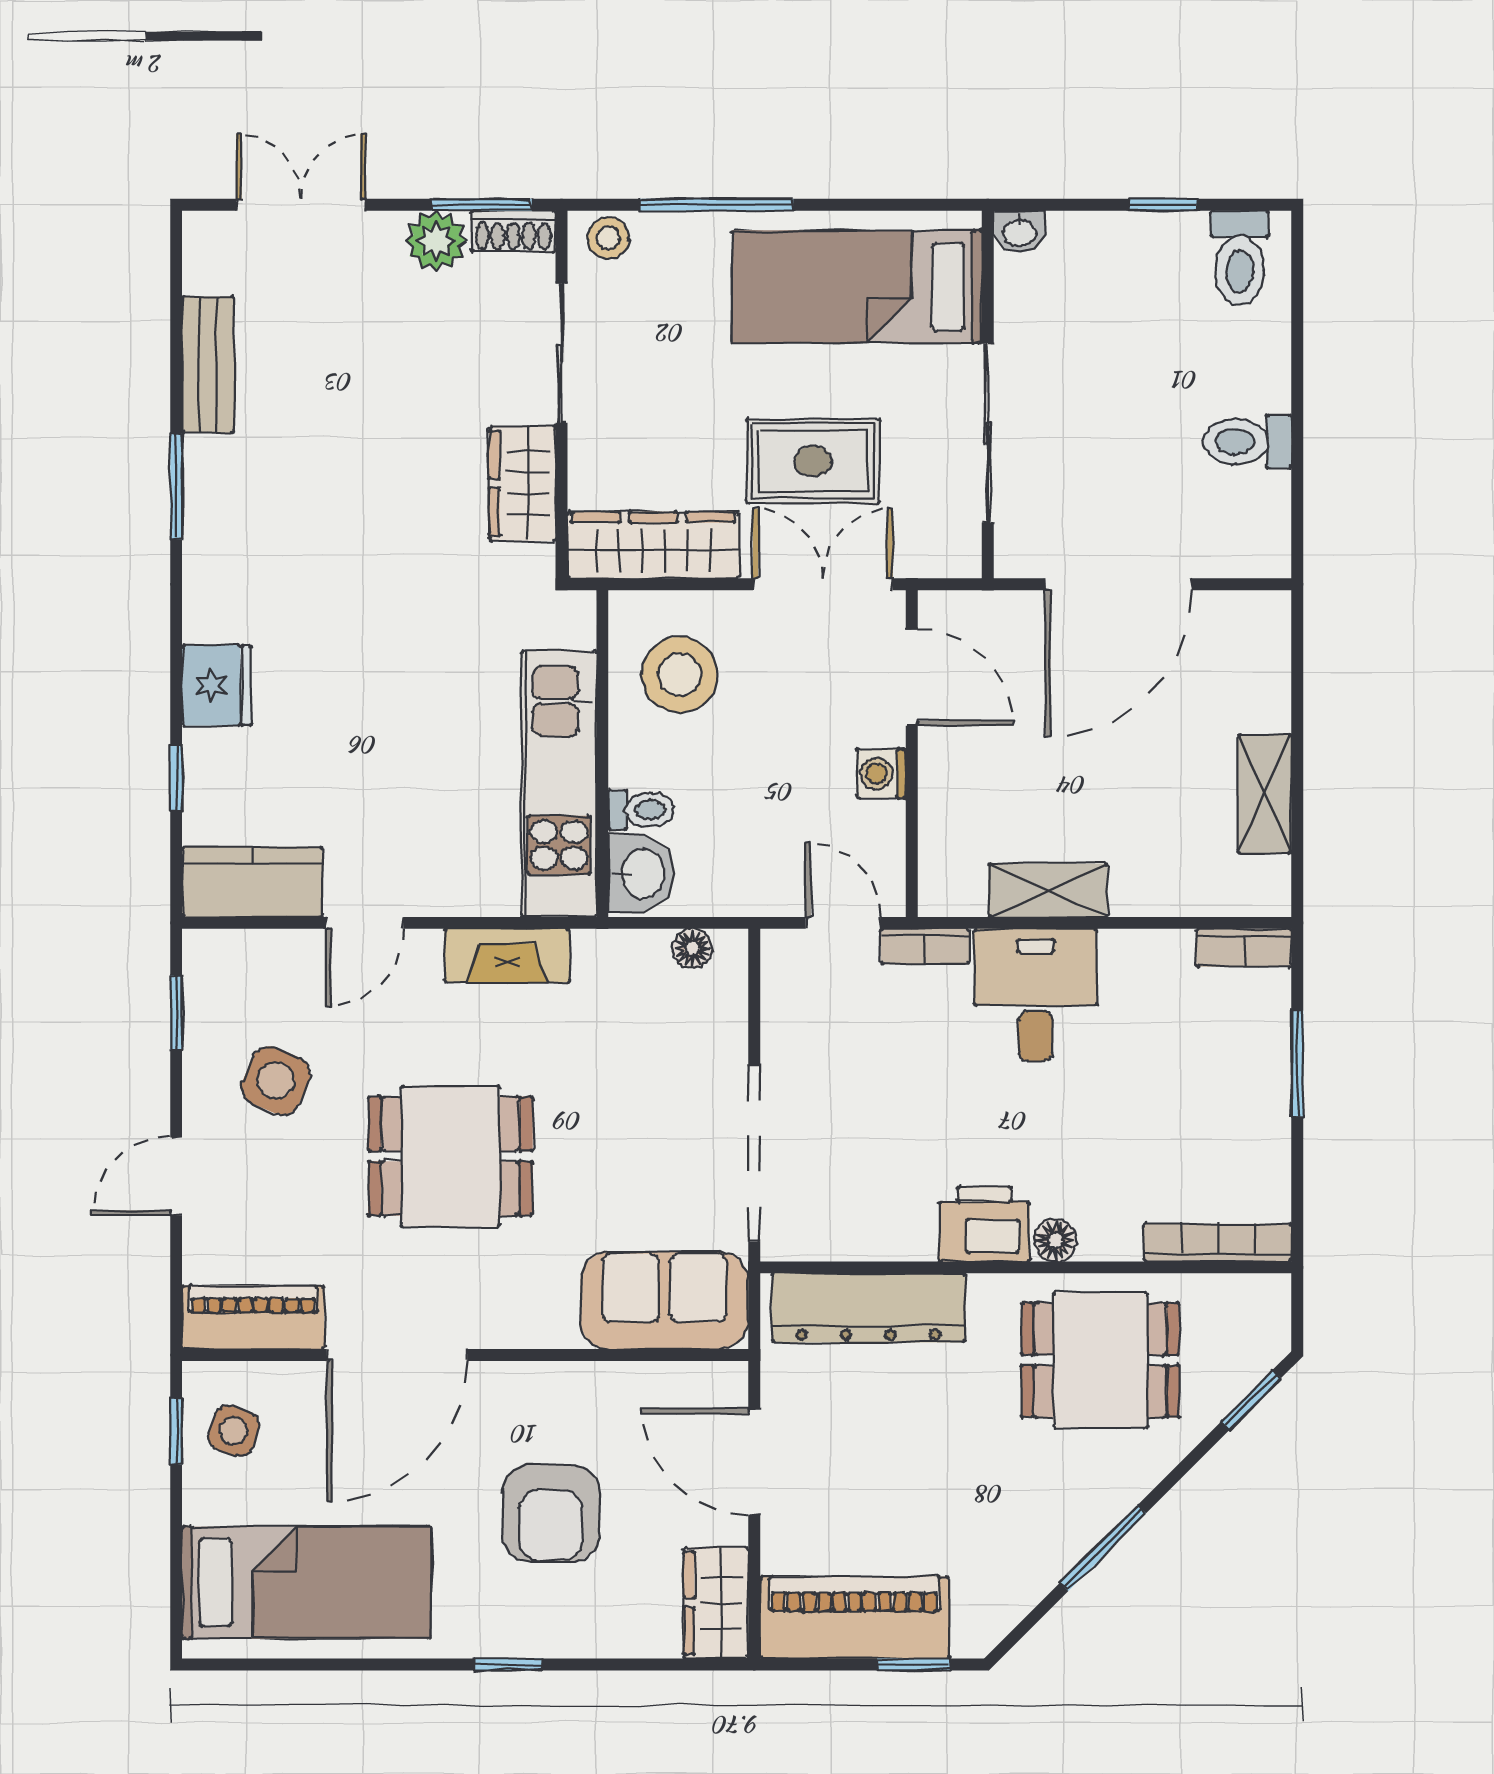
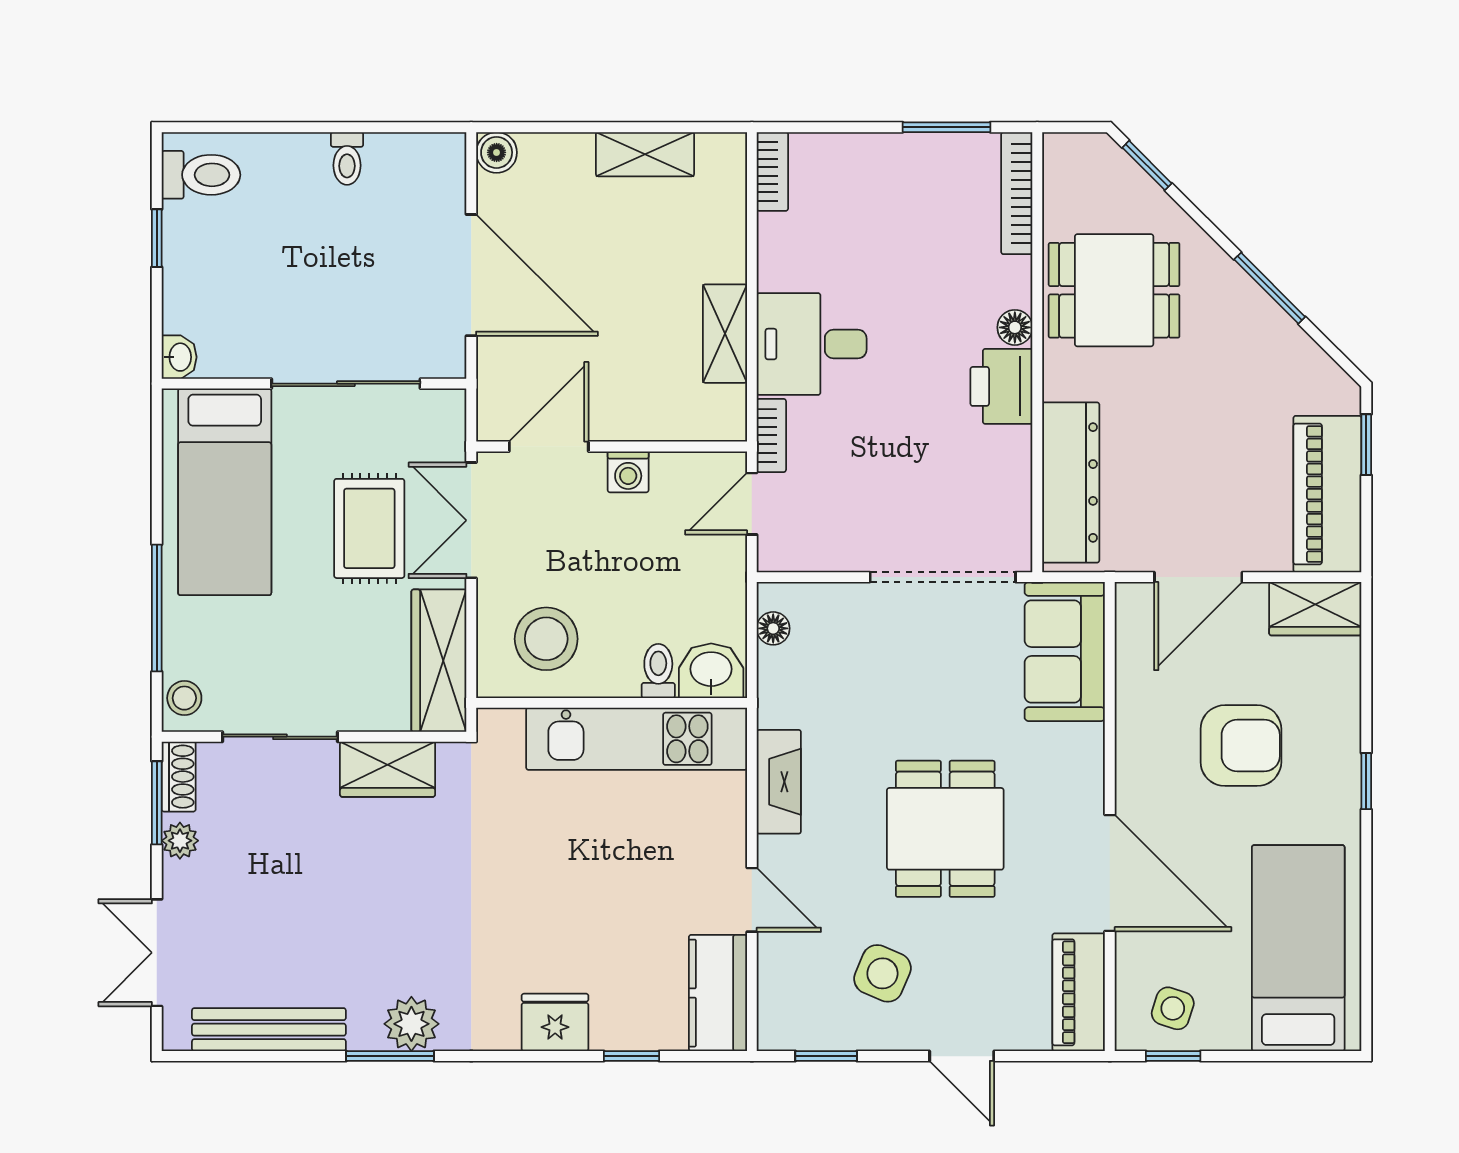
plant: (436, 241) -> (180, 841), width x0.73, depth x0.73
bench: (208, 365) -> (269, 1030), width x1.36
toilet: (1247, 442) -> (347, 158), width x0.73, depth x0.72
plant: (215, 512) -> (411, 1024), added
boiler: (1267, 615) -> (497, 152), added
window: (1297, 1063) -> (947, 127), moved
dining table: (1100, 1360) -> (1114, 290), turned 90

